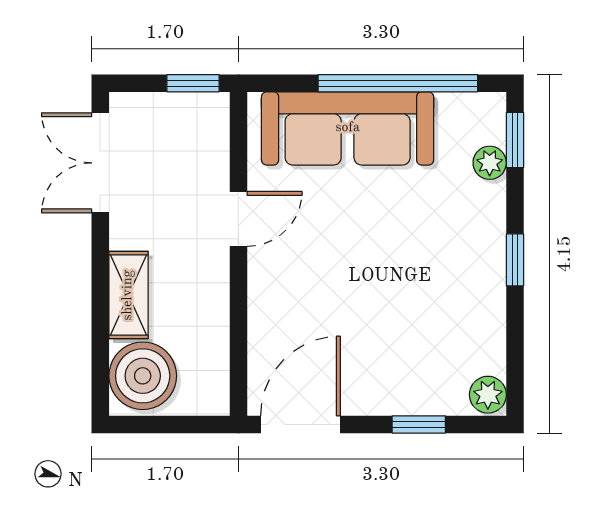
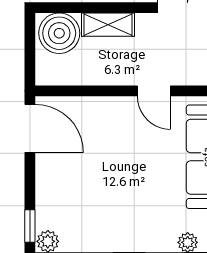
window: (419, 424) -> (30, 226), moved

